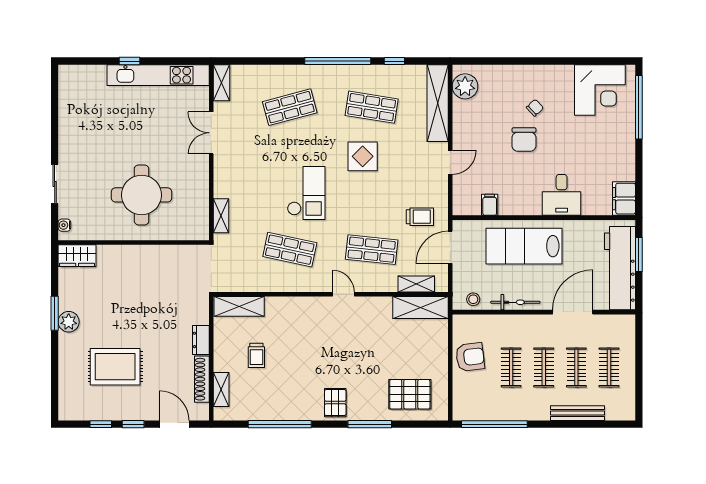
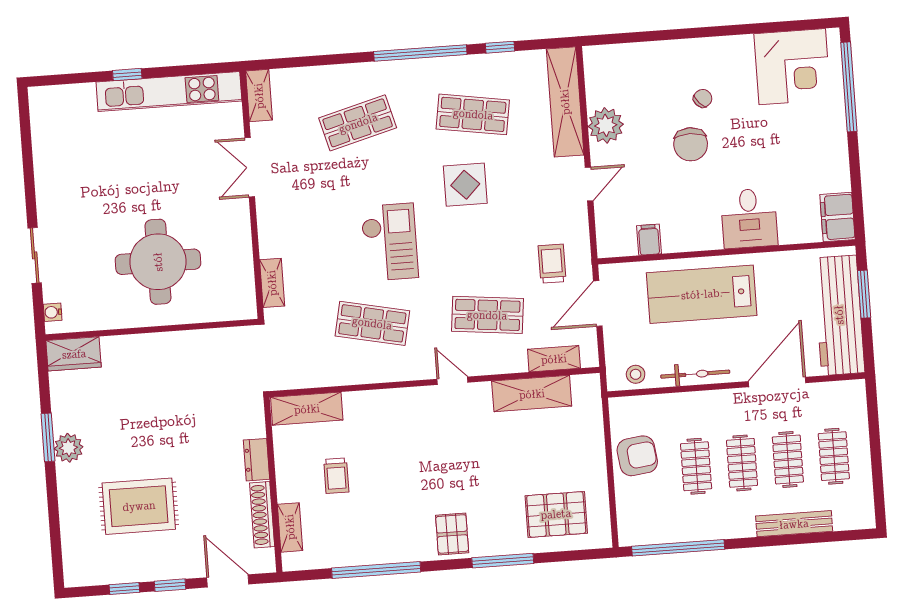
plant: (465, 86) -> (606, 125), moved
trolley: (420, 217) -> (552, 264), turned -90
shelving: (420, 307) -> (532, 394), moved

